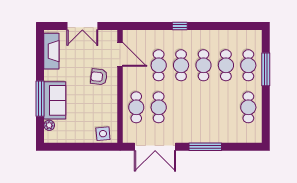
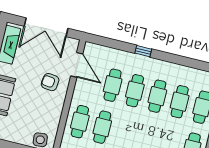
double door: (82, 26) -> (46, 27), width x1.37

